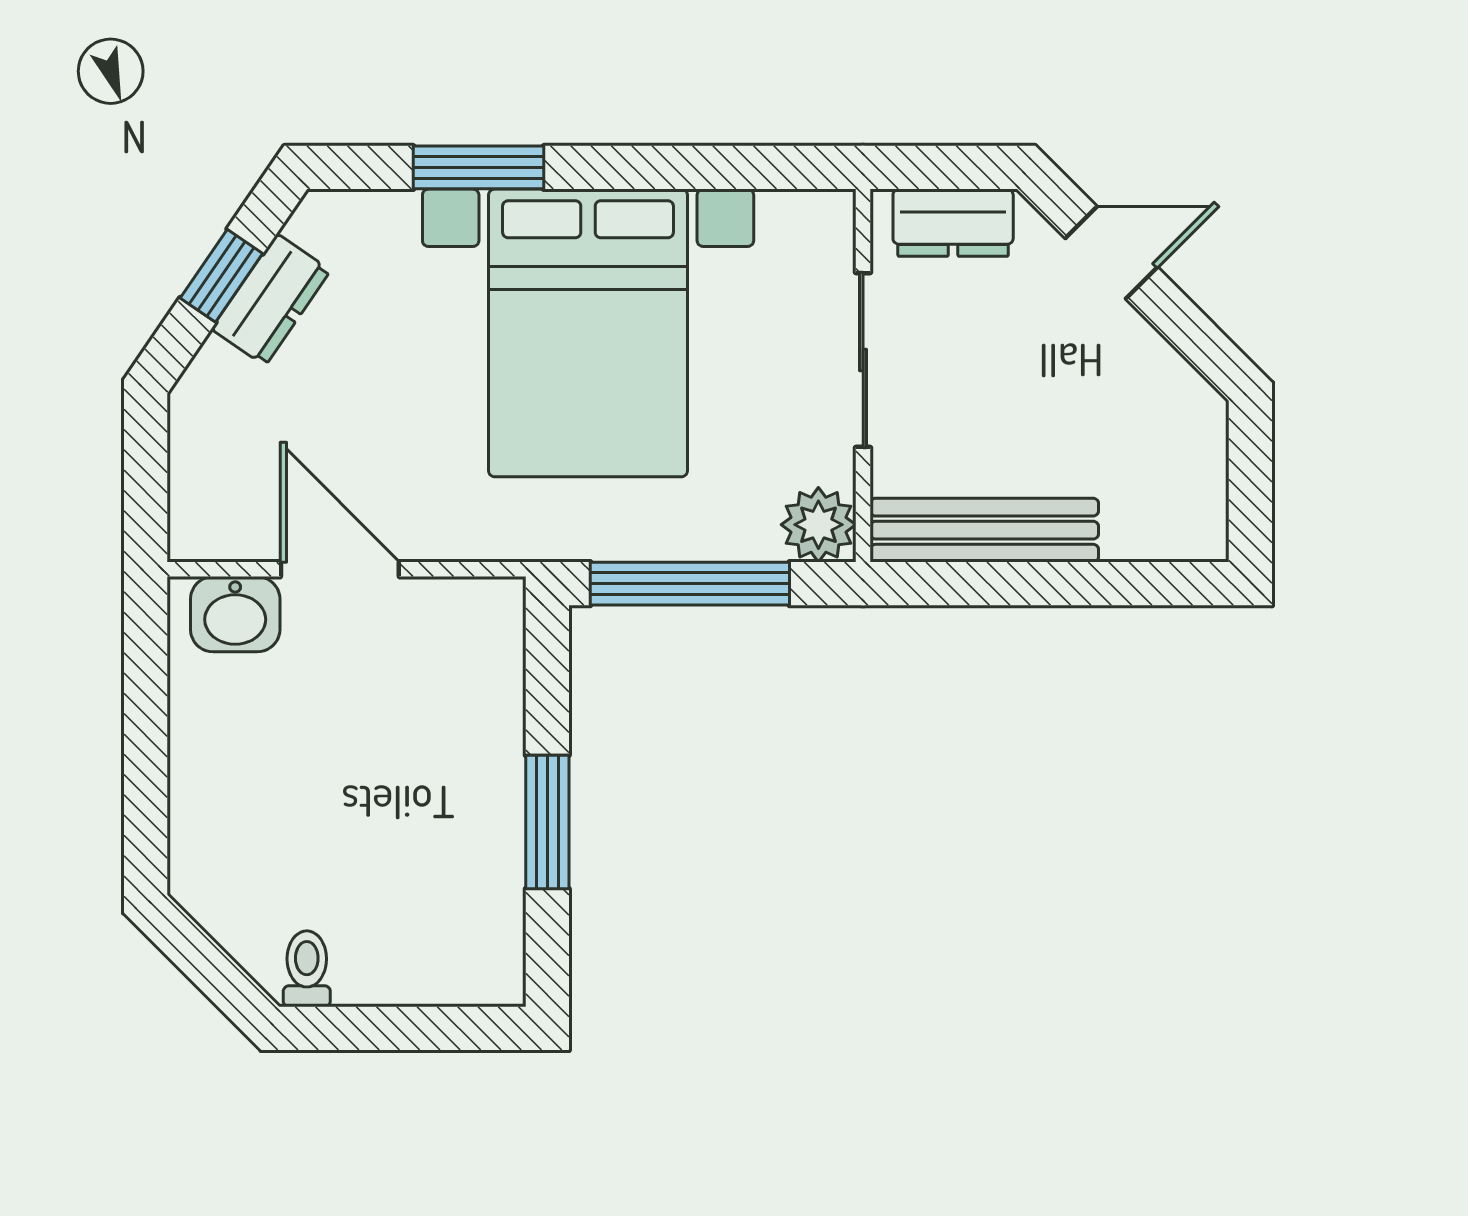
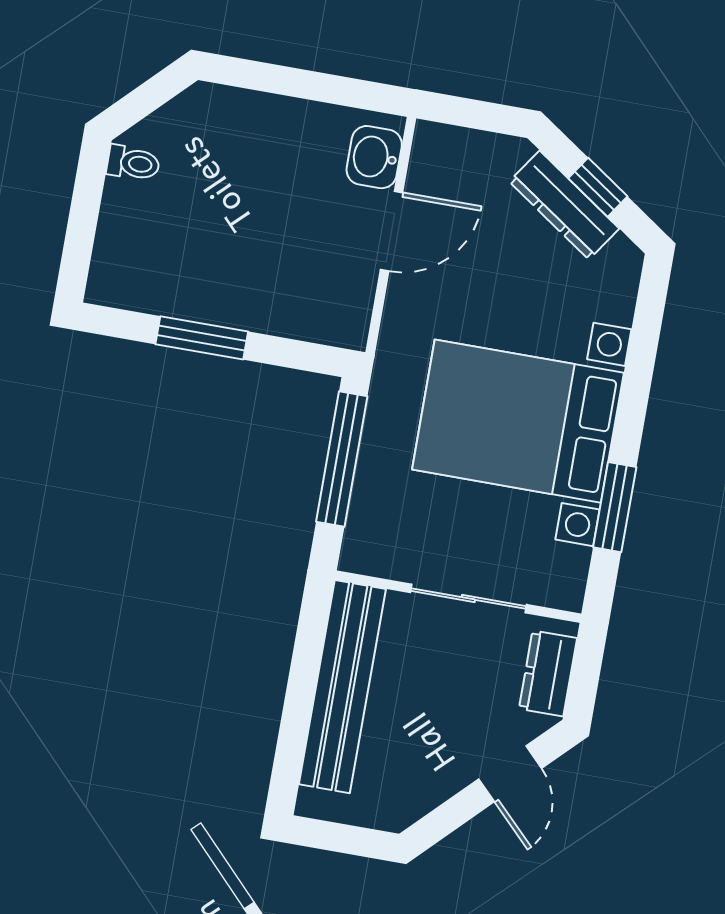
window: (478, 167) -> (615, 507), moved
dresser: (271, 300) -> (564, 205), width x1.44
plant: (818, 525) -> (365, 550), removed
bench: (984, 530) -> (342, 687), width x1.37, depth x1.21

